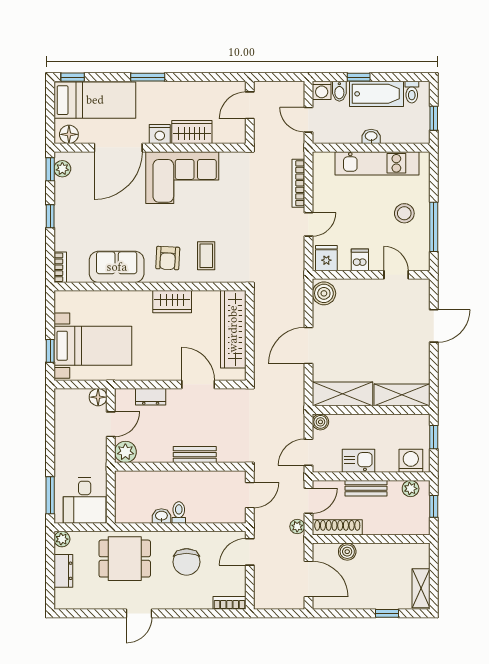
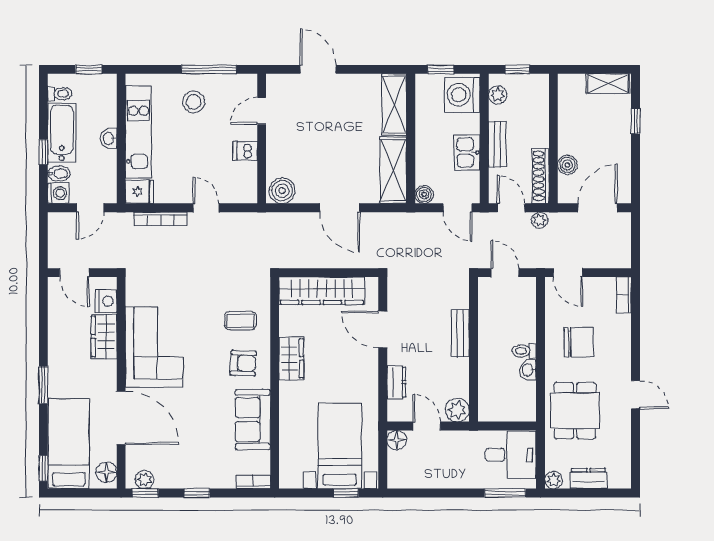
nightstand: (160, 134) -> (106, 301), moved
fridge: (326, 258) -> (140, 192), moved, turned 180
door: (198, 384) -> (383, 330), hinge flipped
washing machine: (411, 461) -> (462, 95), width x1.37, depth x1.37

